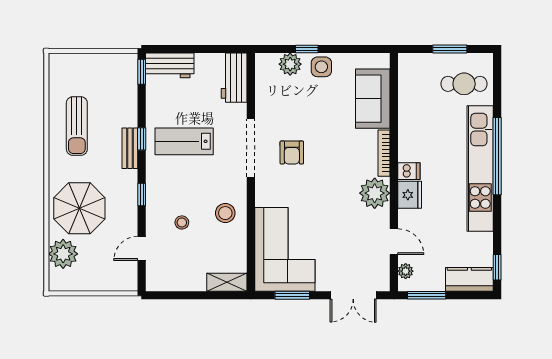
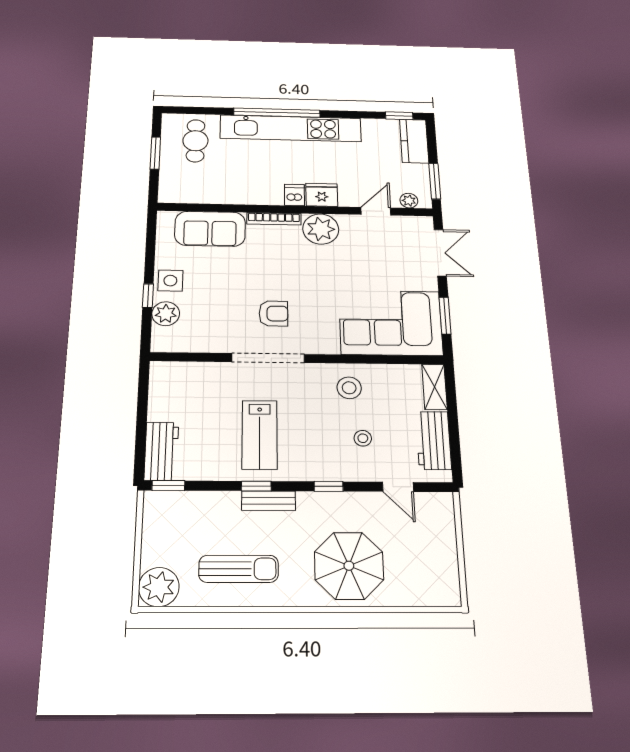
workbench: (234, 78) -> (434, 440), moved, turned 90
plant: (63, 254) -> (159, 587), moved

